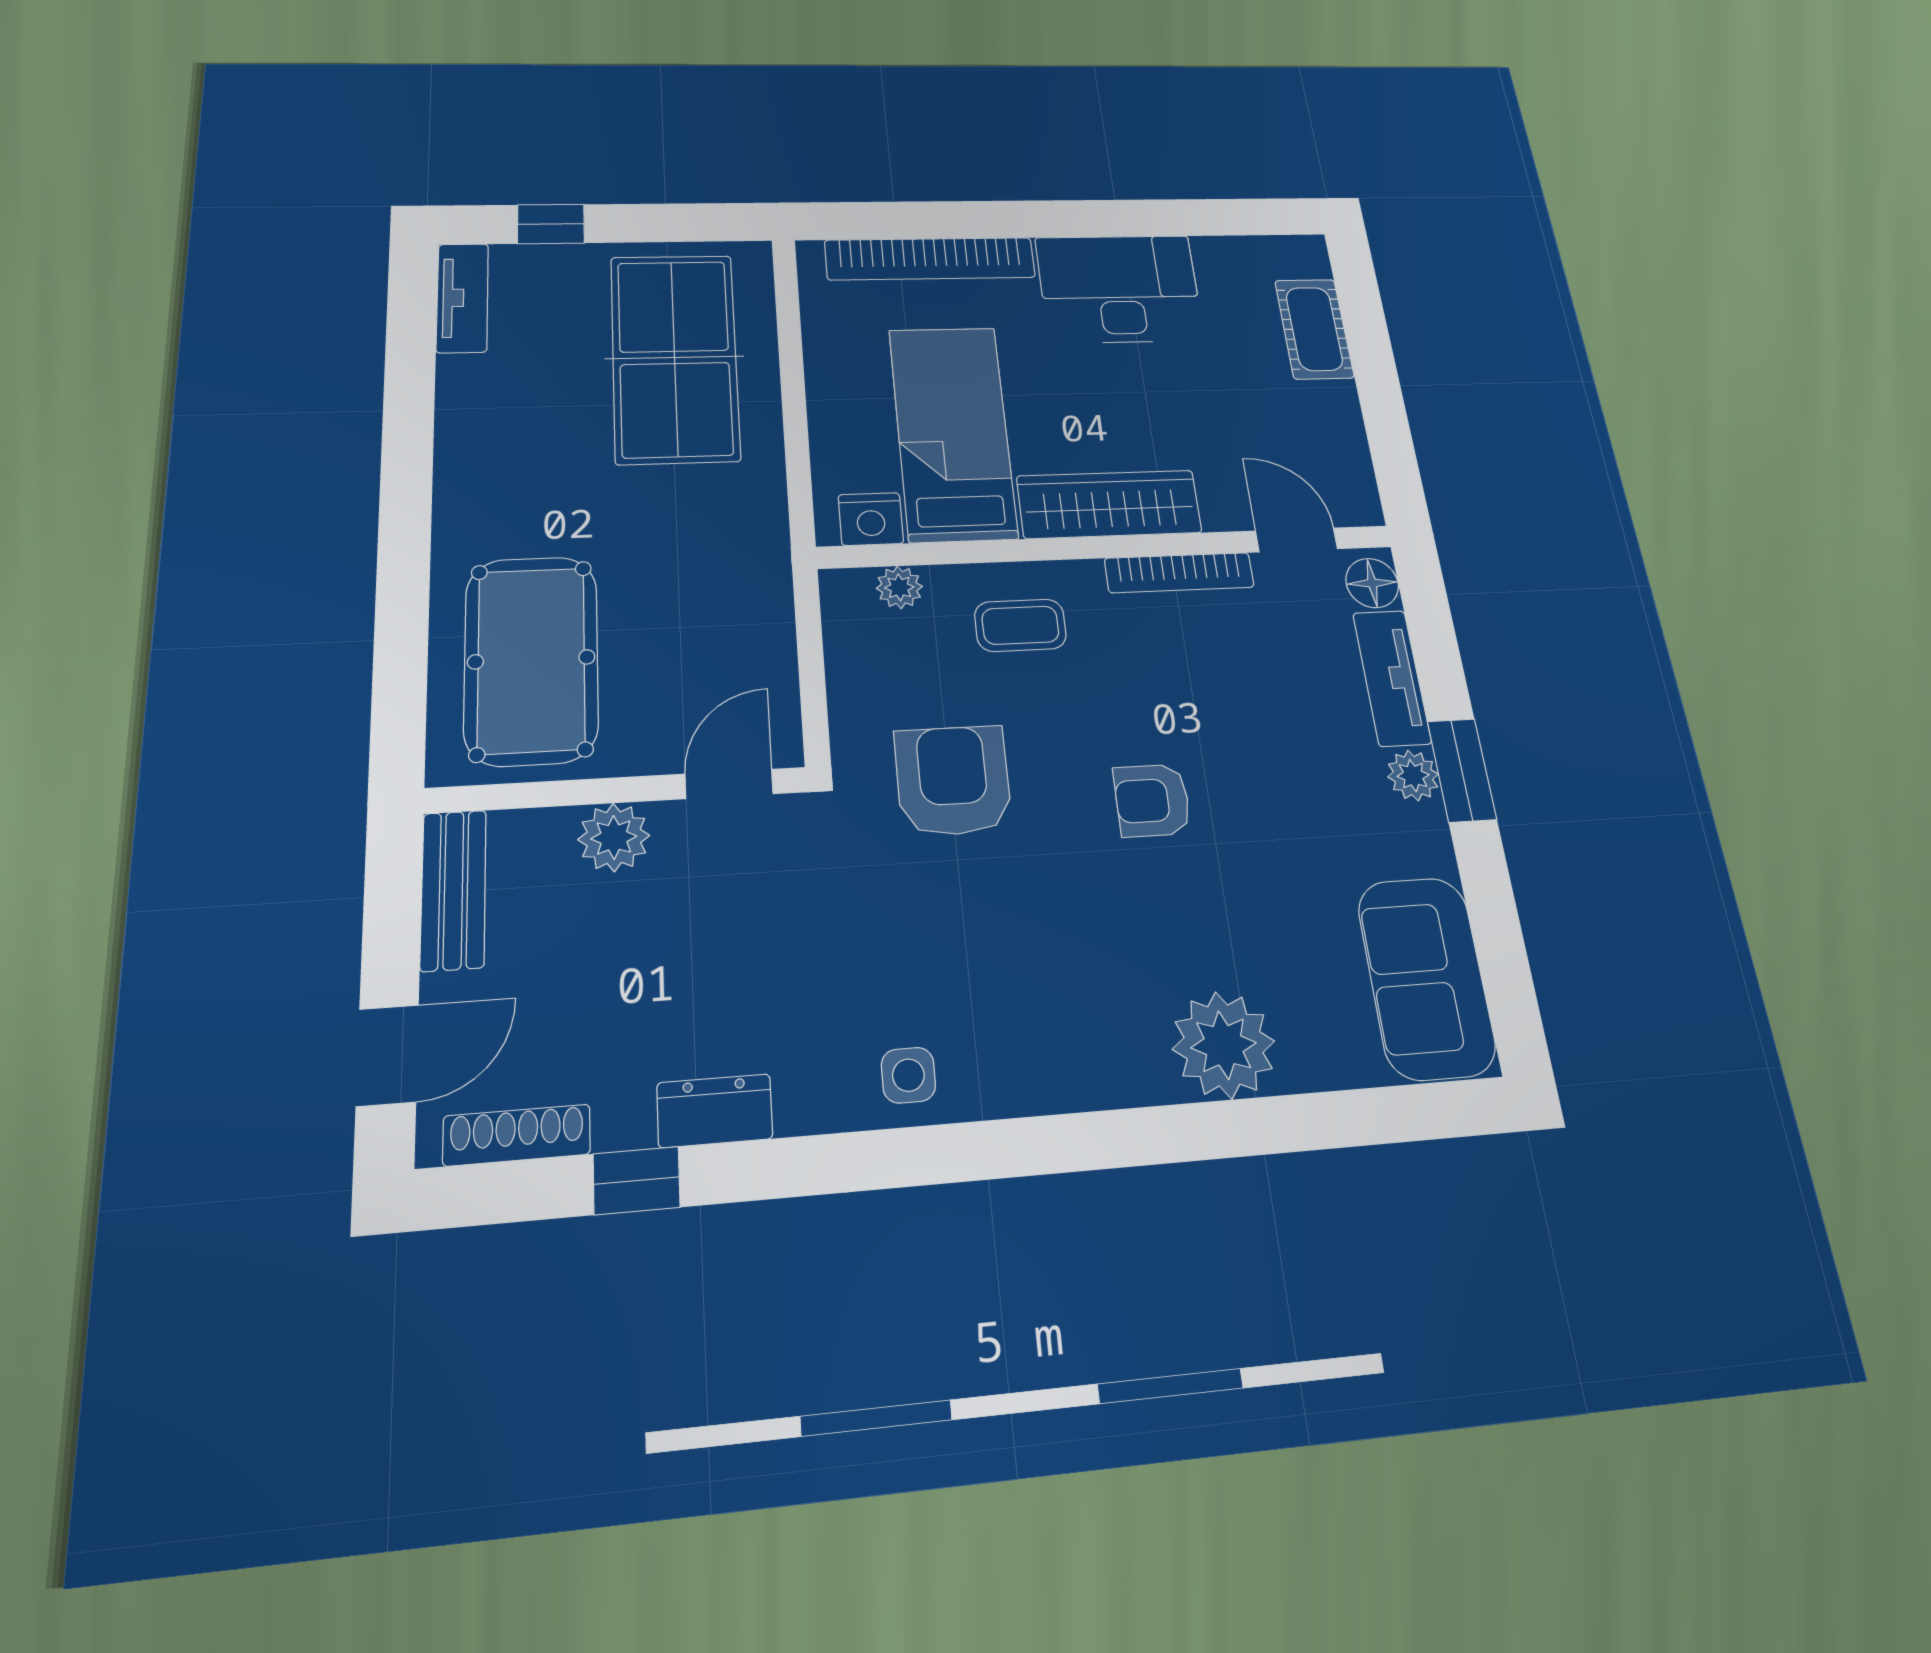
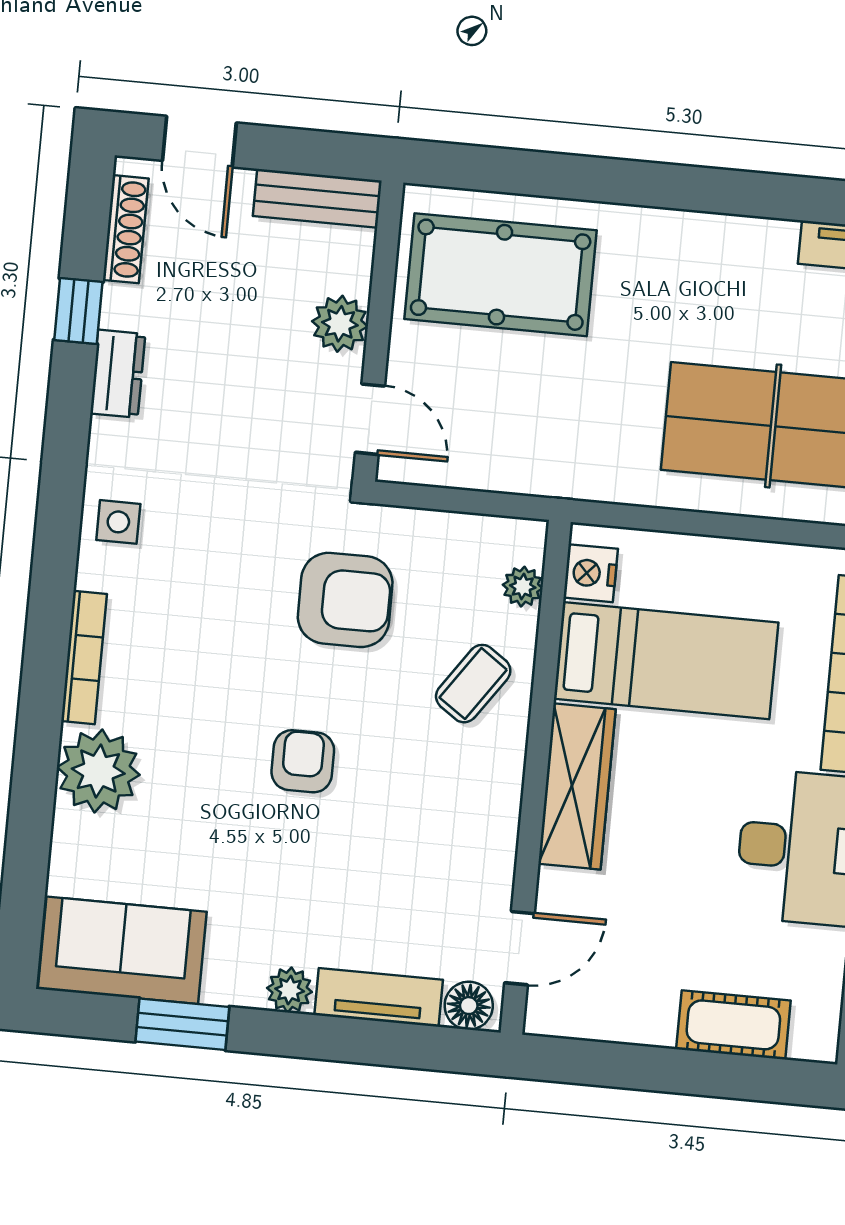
bookcase: (1179, 573) -> (84, 658), moved, turned 180
coffee table: (1020, 625) -> (473, 684), turned 35
window: (1462, 770) -> (182, 1024), moved

